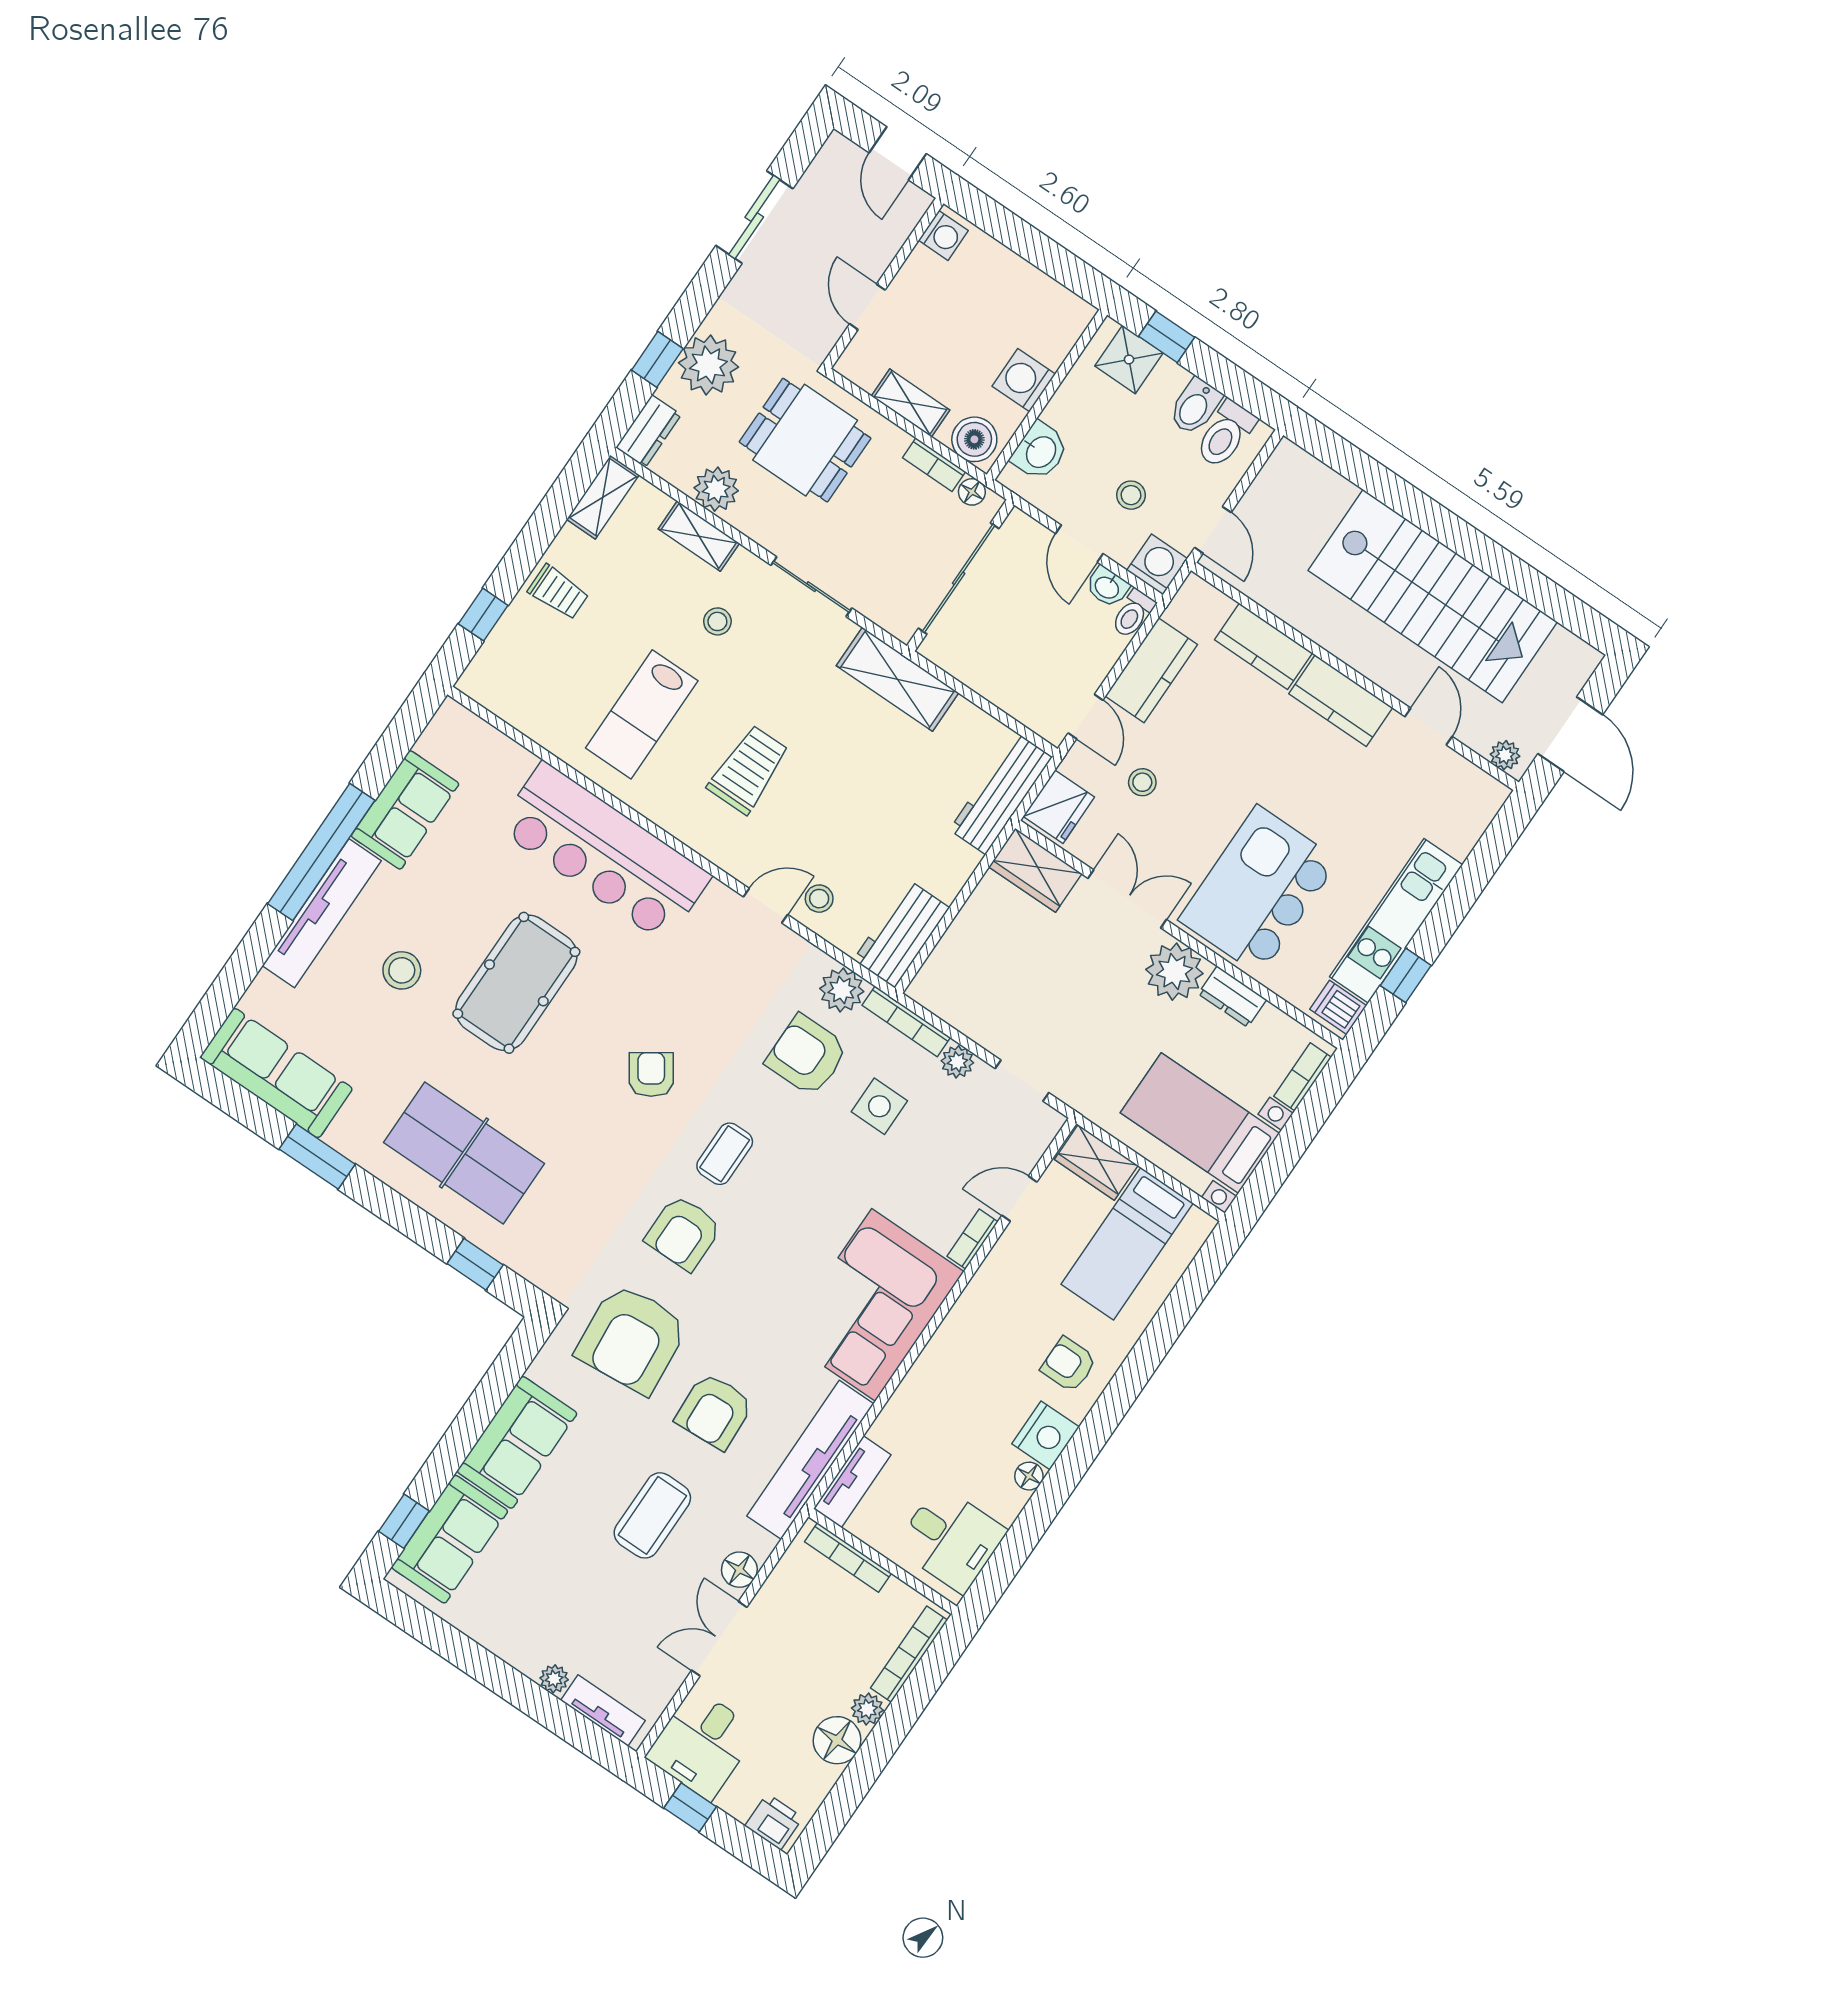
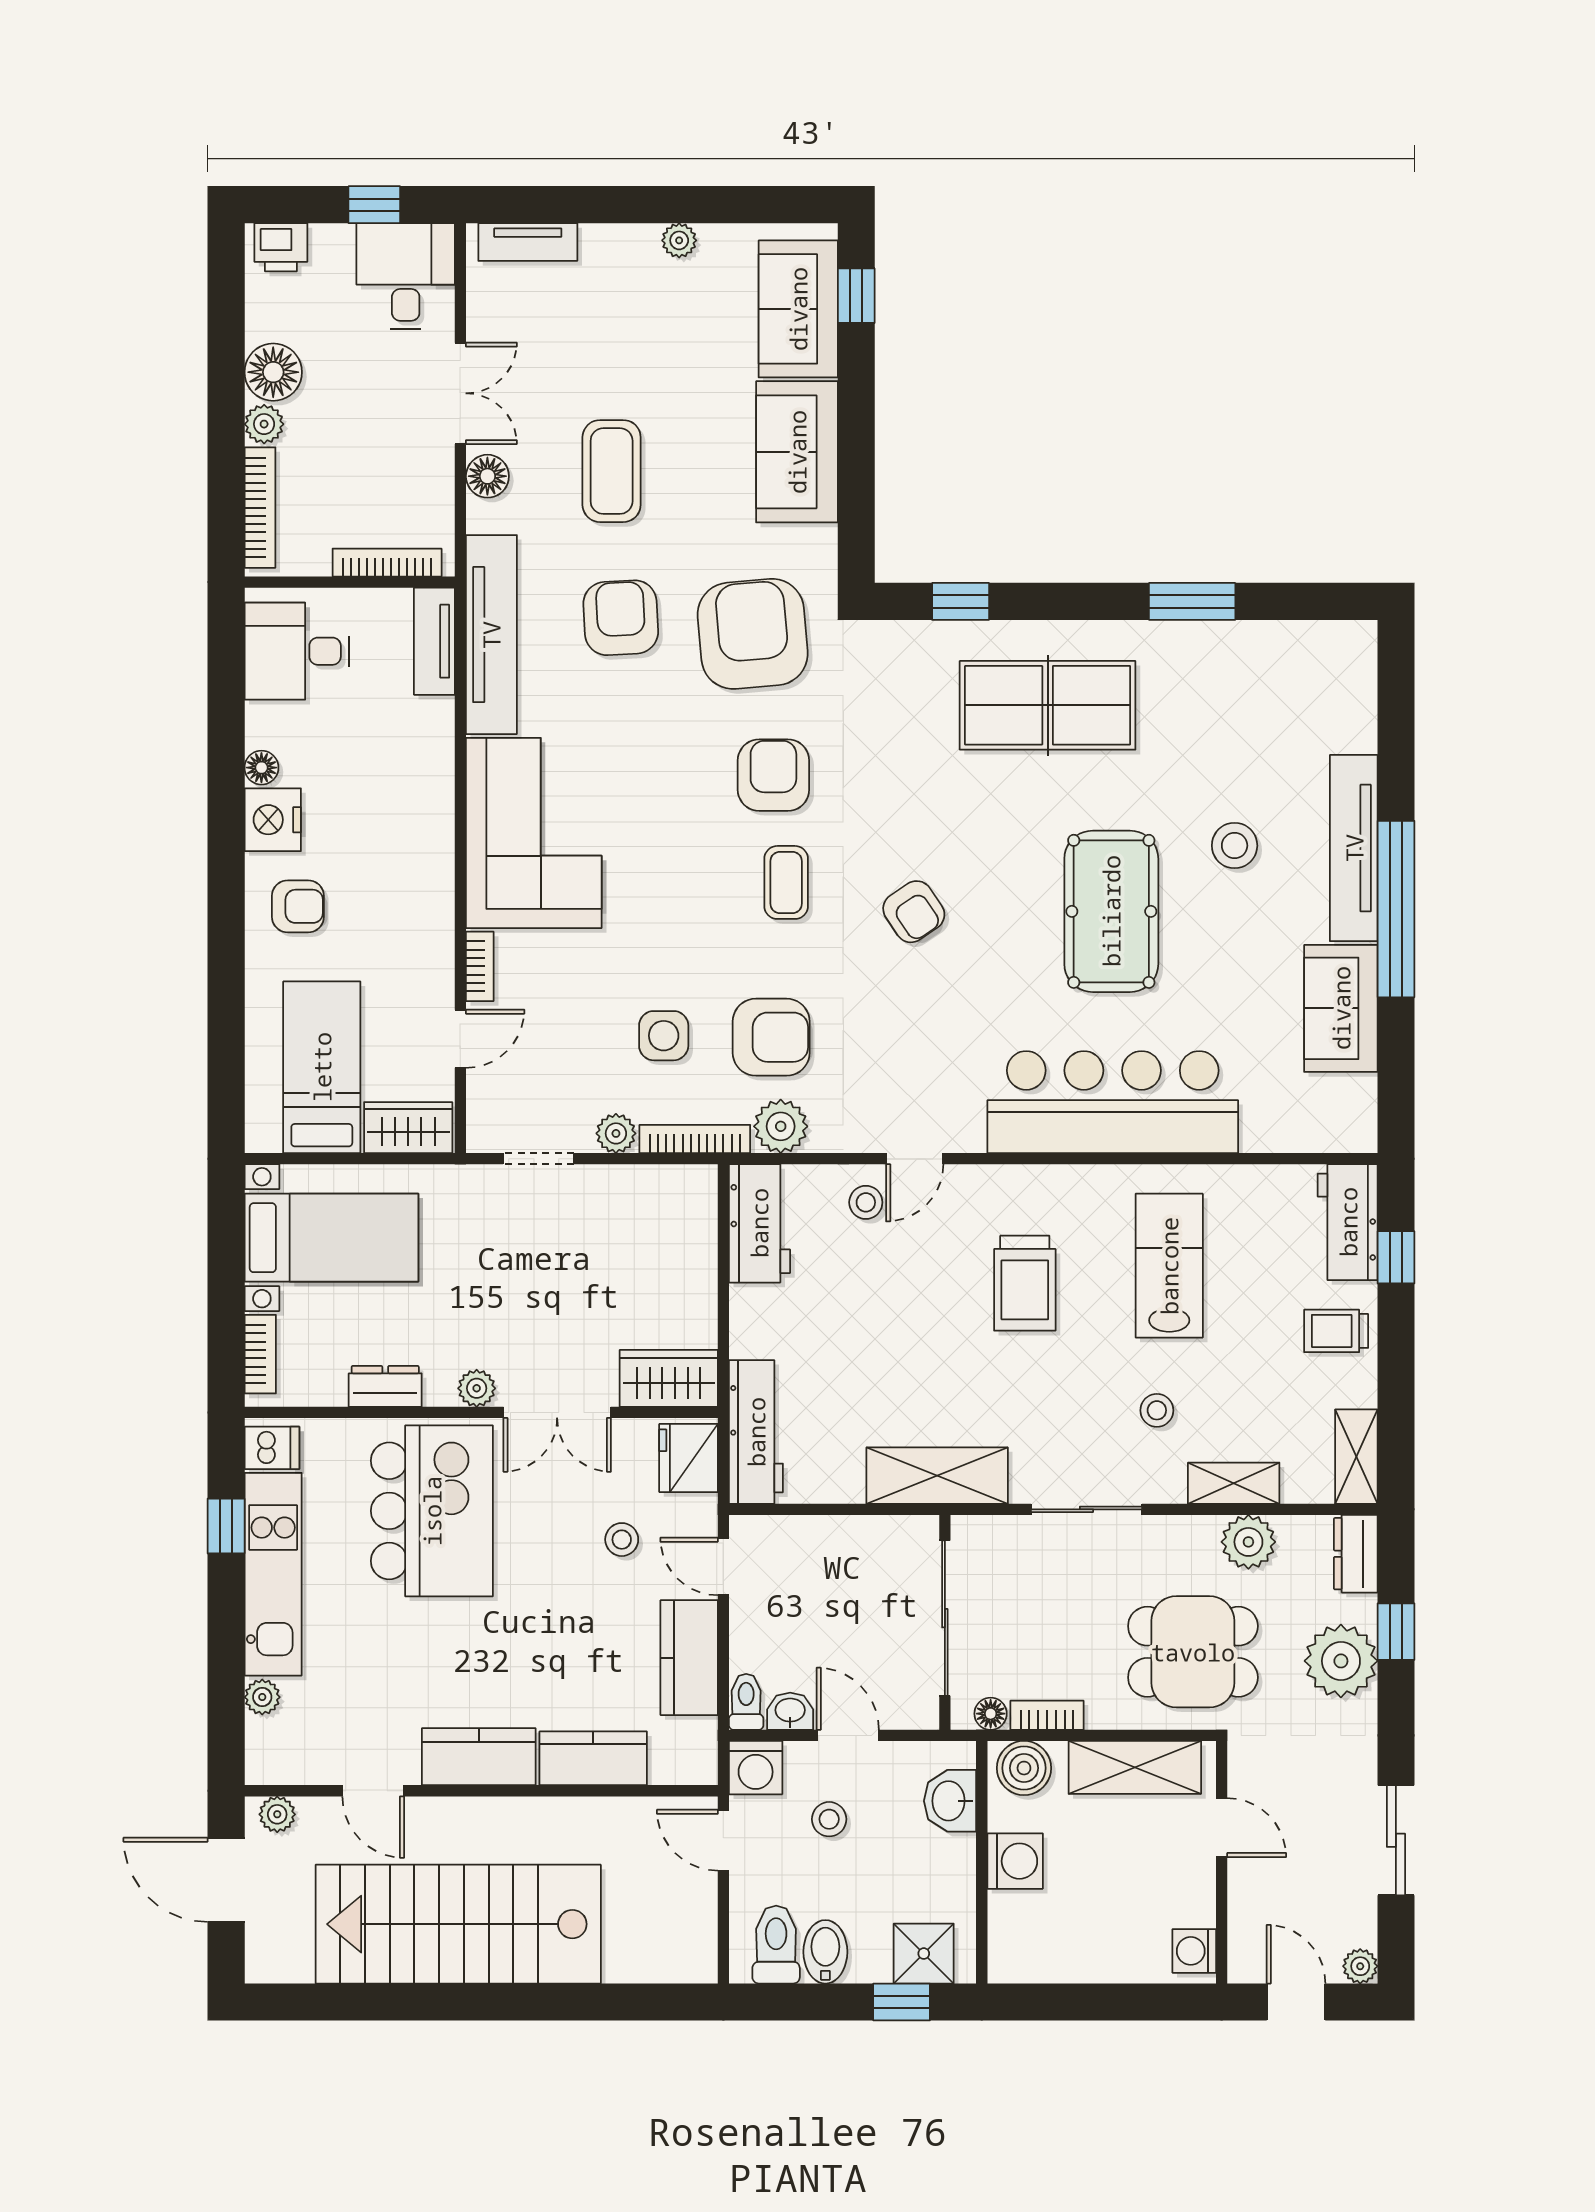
plant: (837, 148) -> (1360, 1966), added
shelving: (910, 403) -> (1135, 1767), width x1.50, depth x1.33
workbench: (500, 661) -> (1348, 1222), added
plant: (1461, 842) -> (262, 1697), added
plant: (1174, 972) -> (477, 1388), width x0.53, depth x0.53
sofa: (276, 1073) -> (1290, 657), removed
plant: (554, 1679) -> (679, 240), moved

